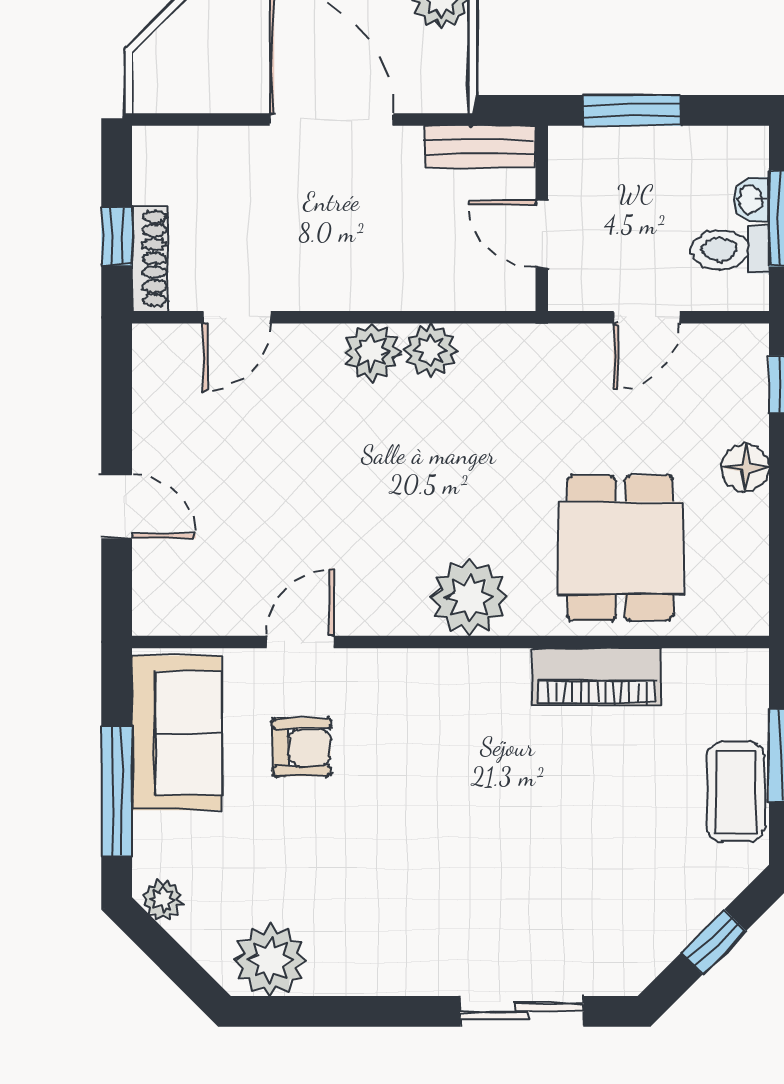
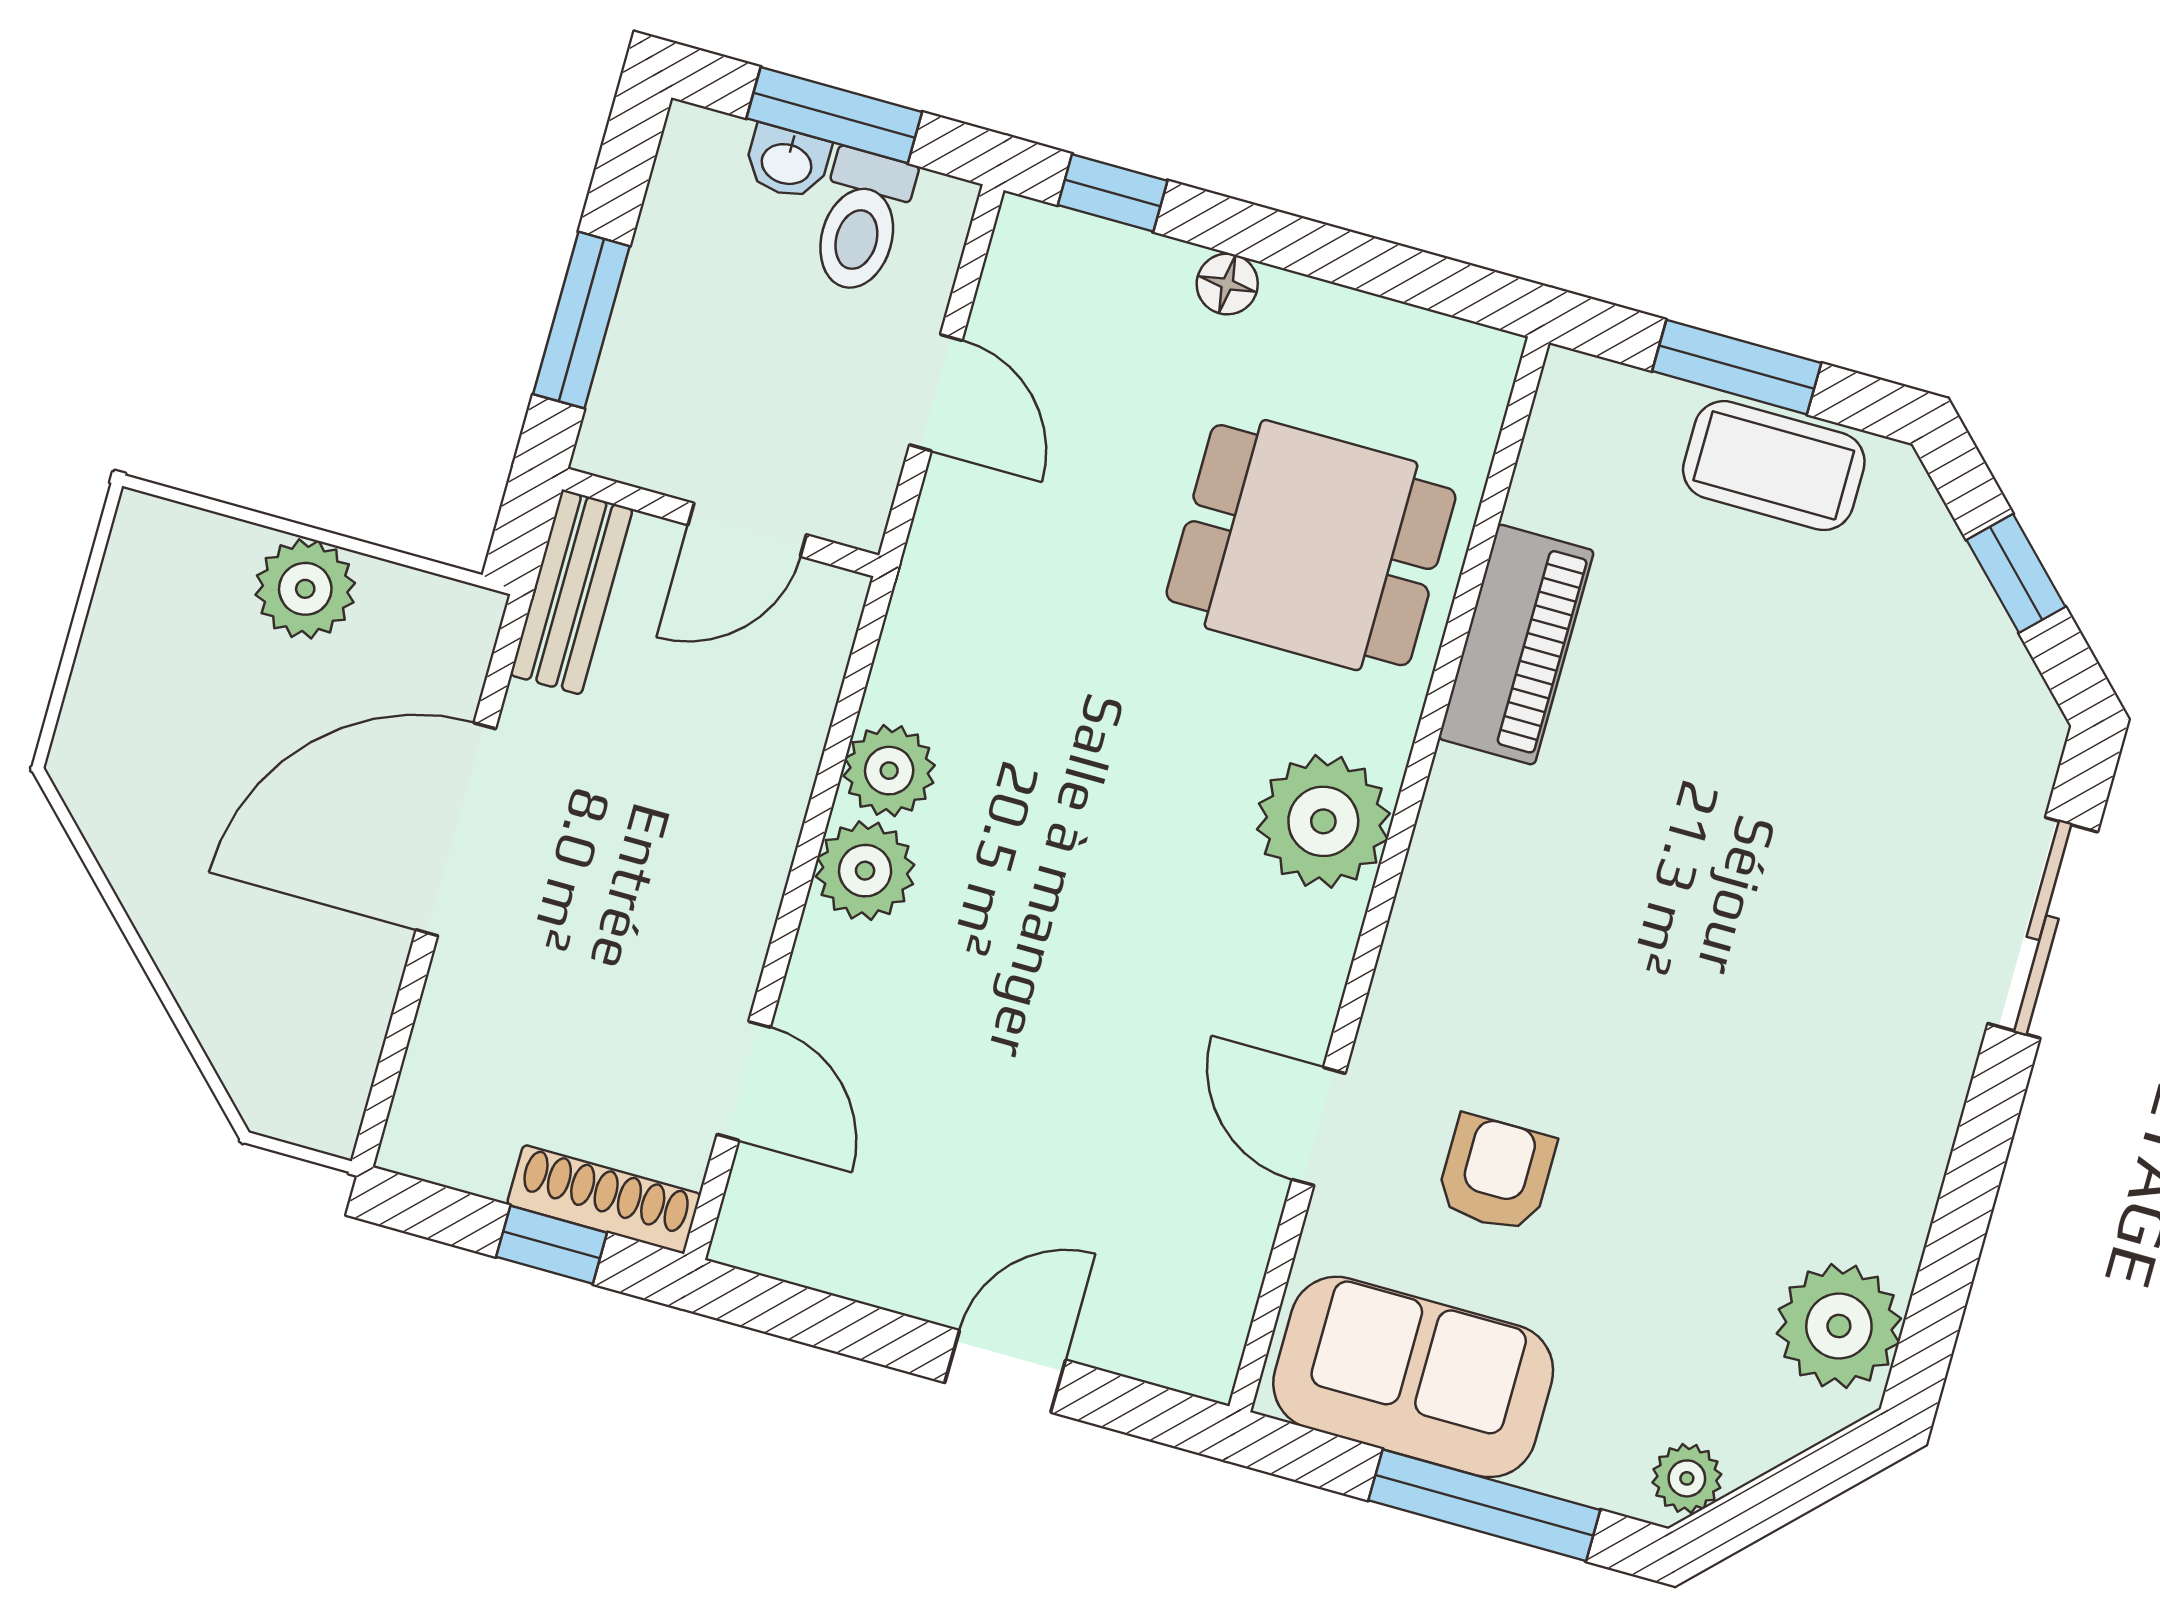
floor lamp: (745, 468) -> (1227, 284), width x0.73, depth x0.73

